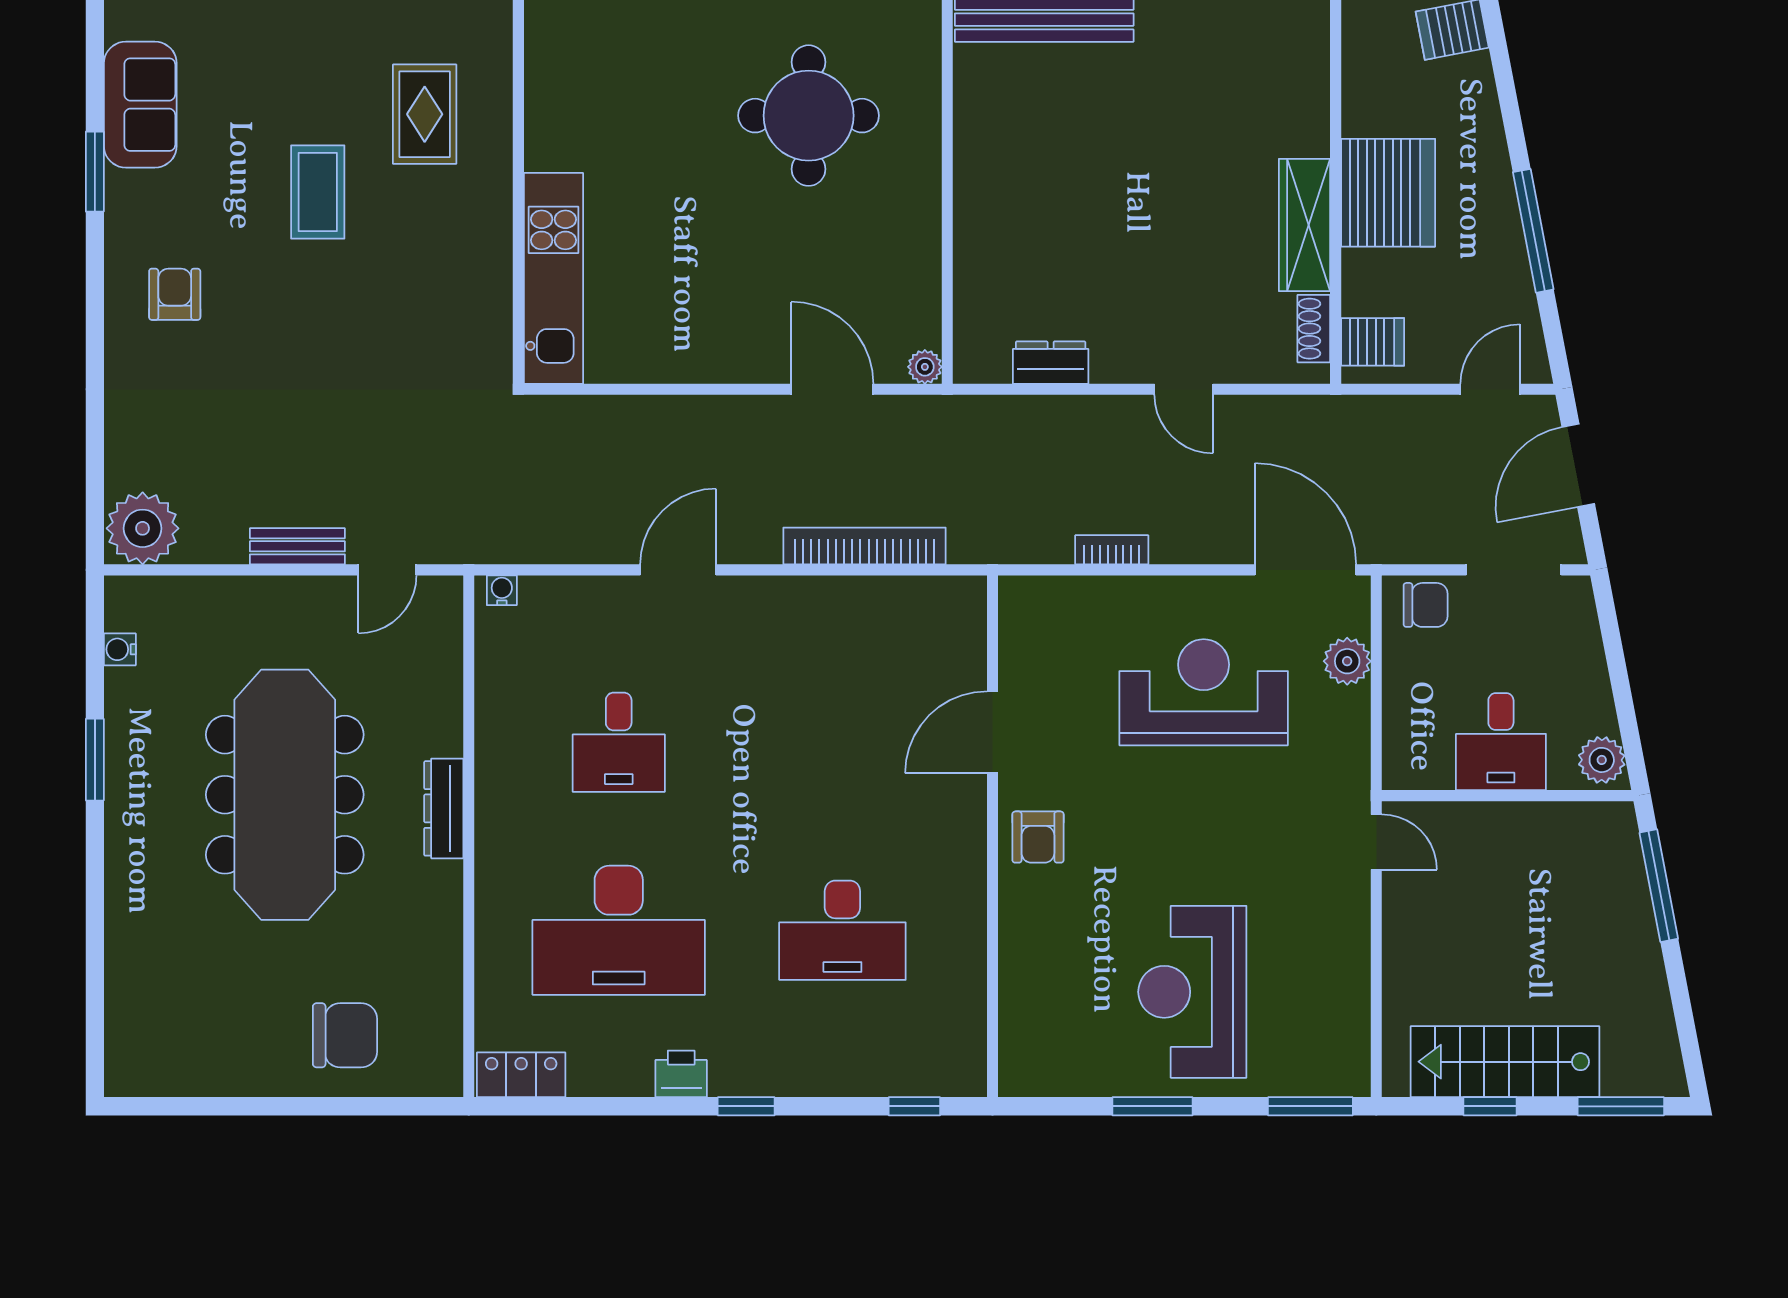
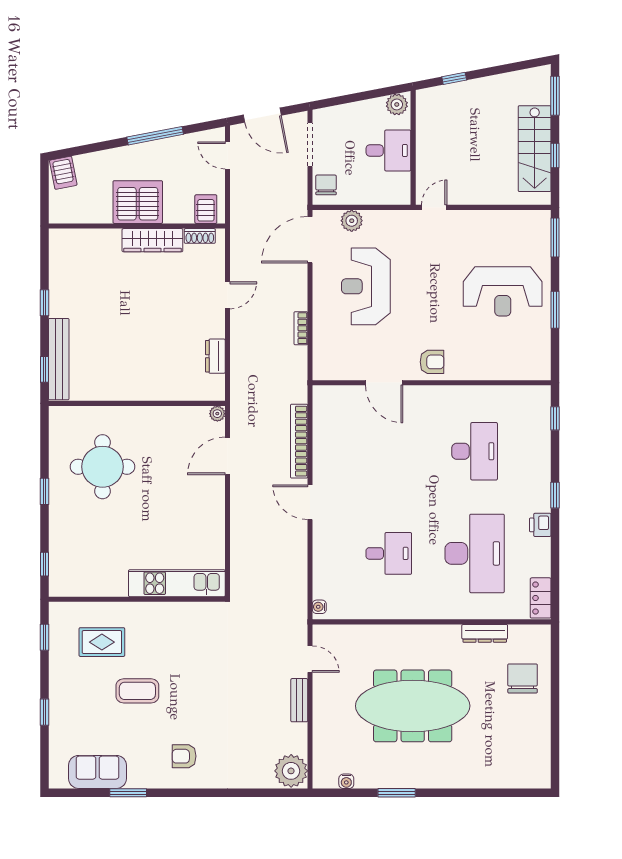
door: (678, 570) -> (310, 502), moved
dresser: (444, 808) -> (485, 633), moved
window: (1659, 886) -> (454, 78), width x0.46

